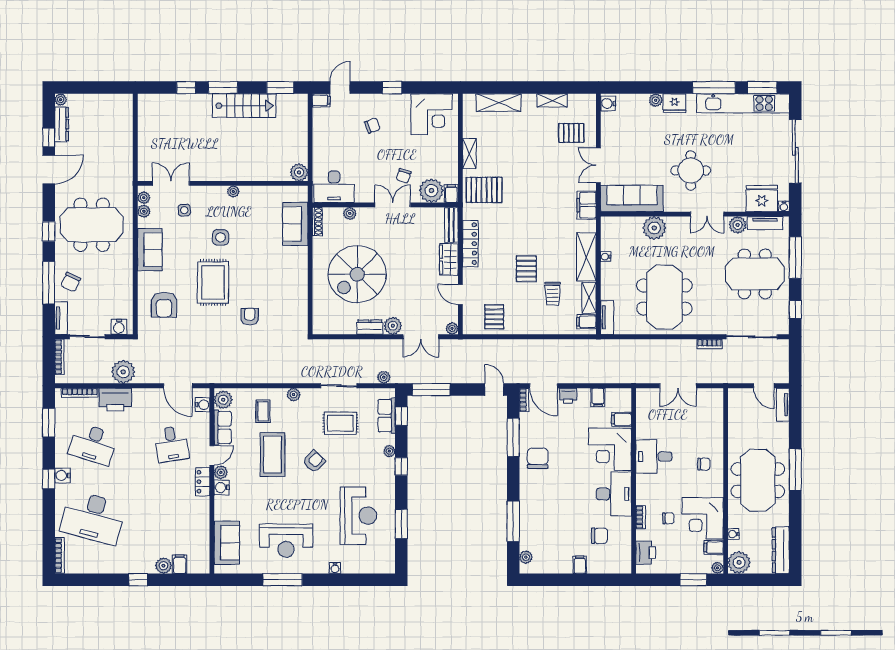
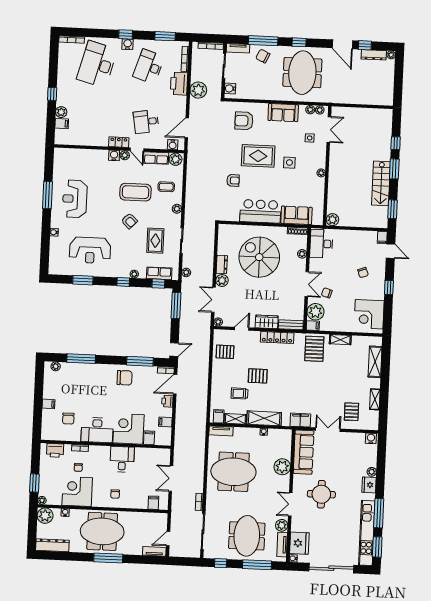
bar counter: (292, 276) -> (260, 211), added
sofa: (227, 543) -> (75, 157), removed
filing cabinet: (714, 547) -> (153, 503), moved

